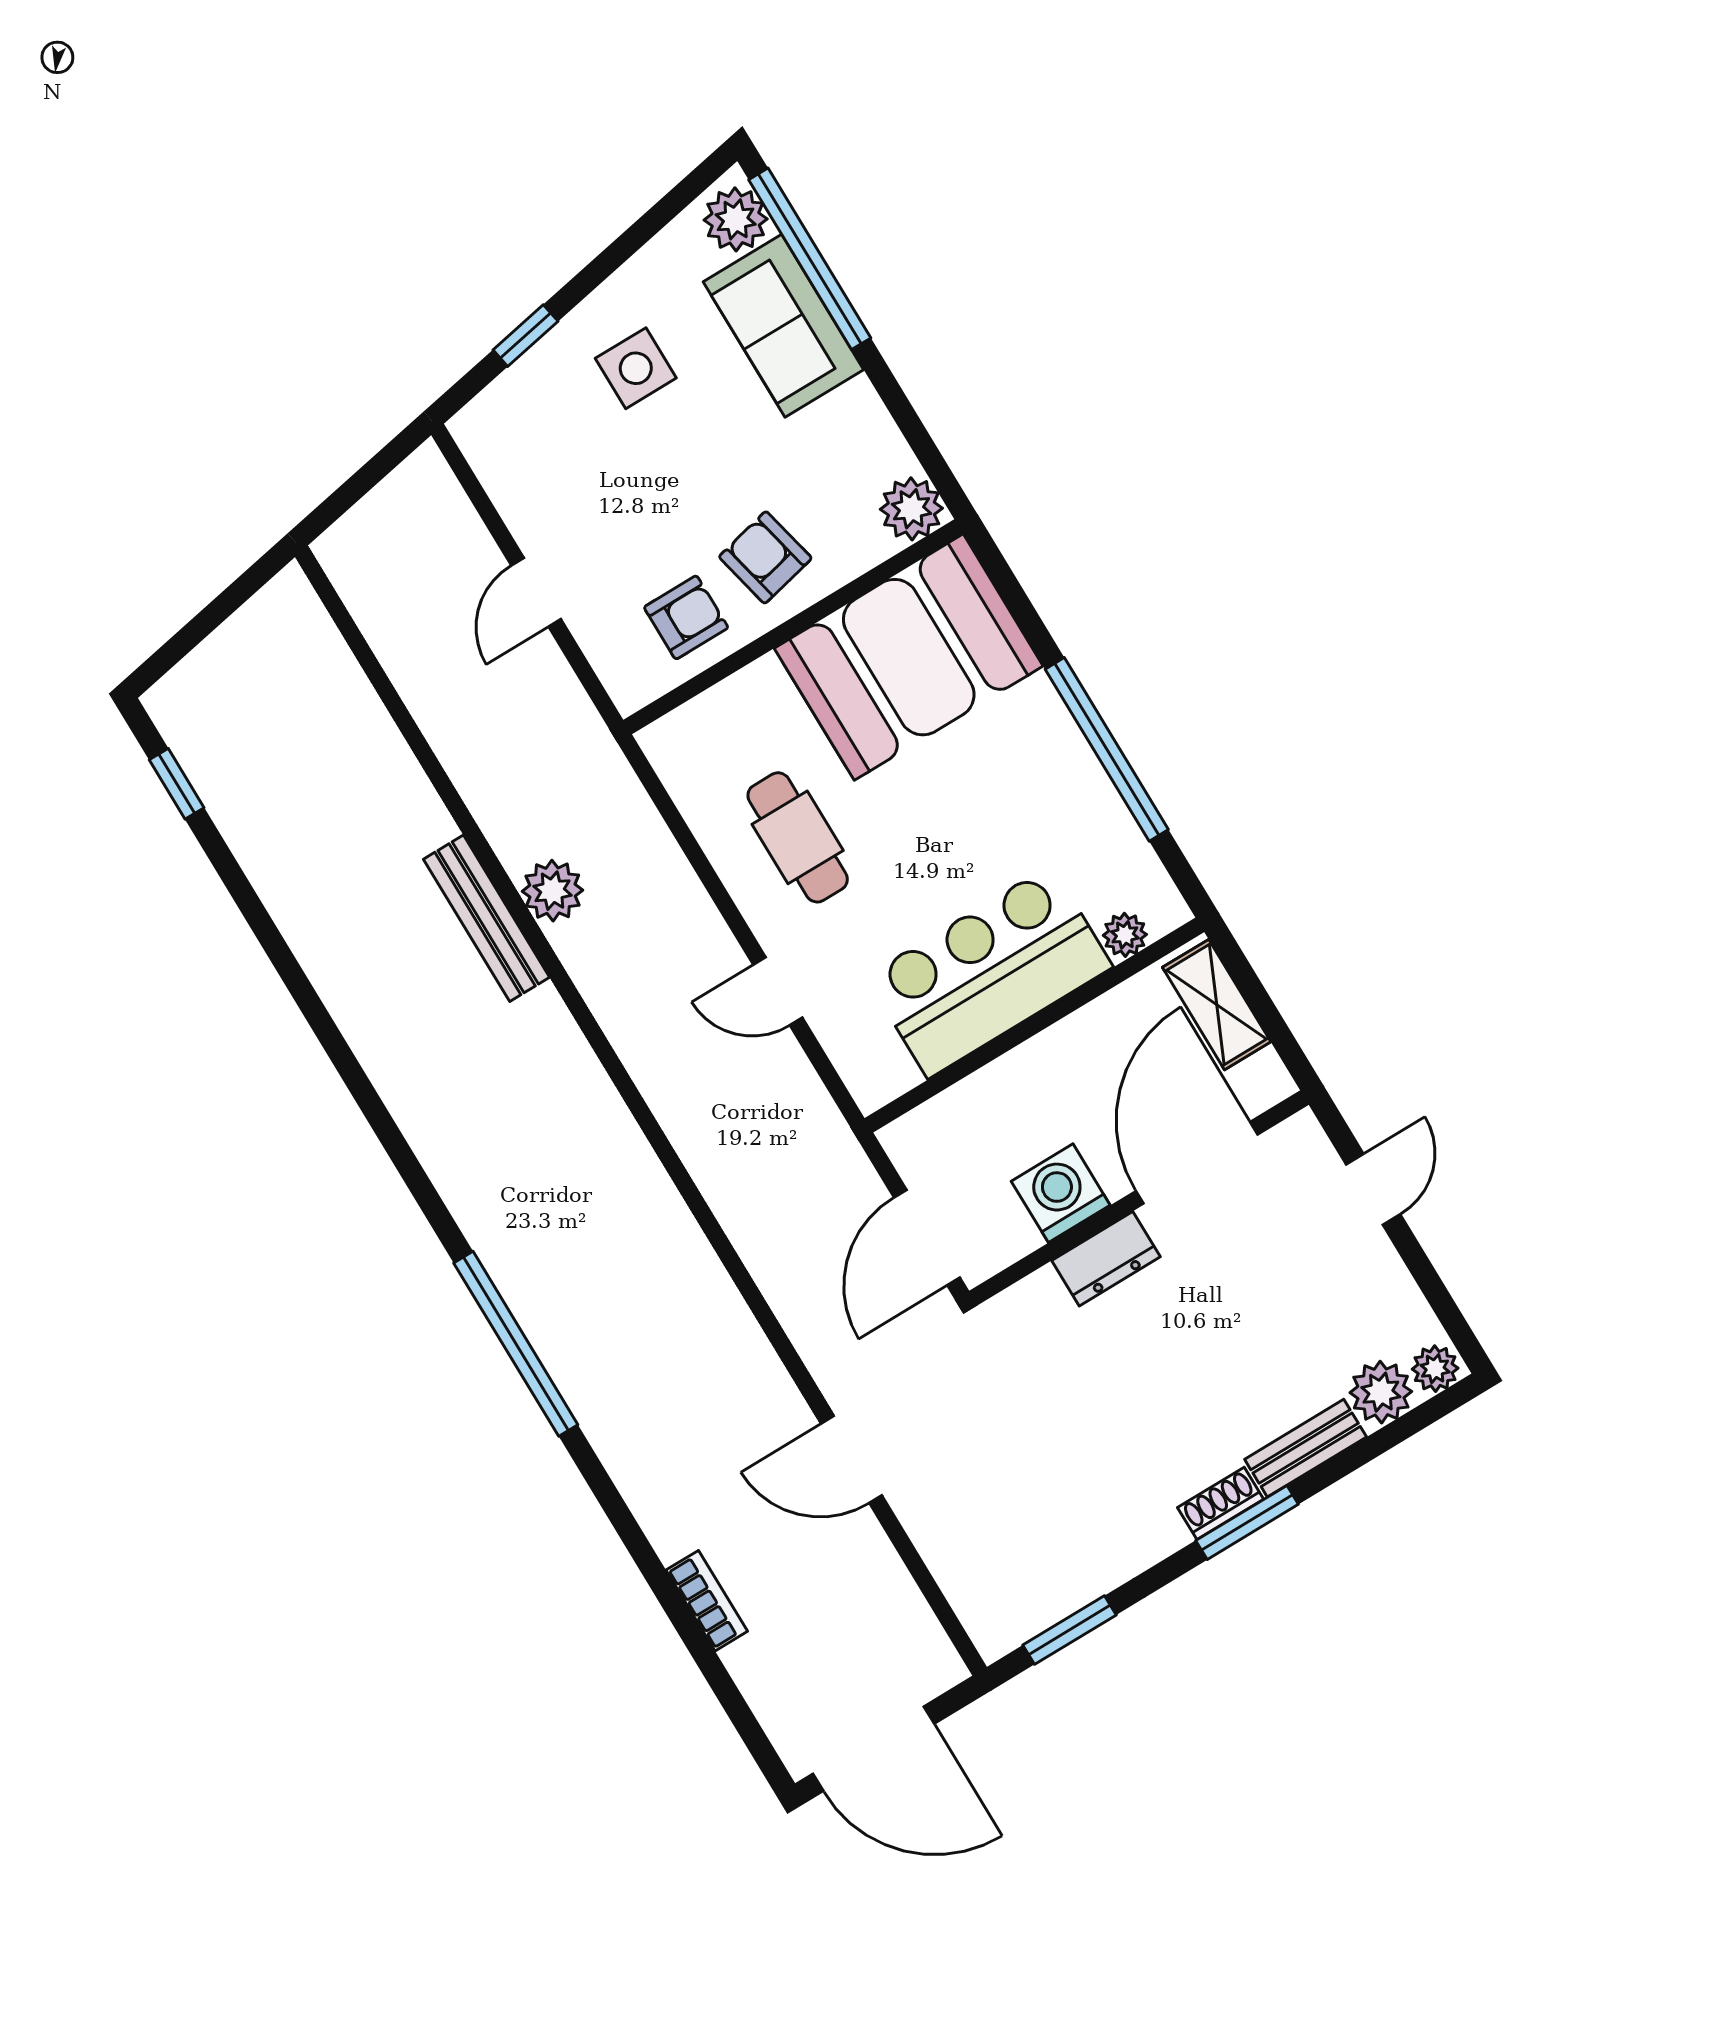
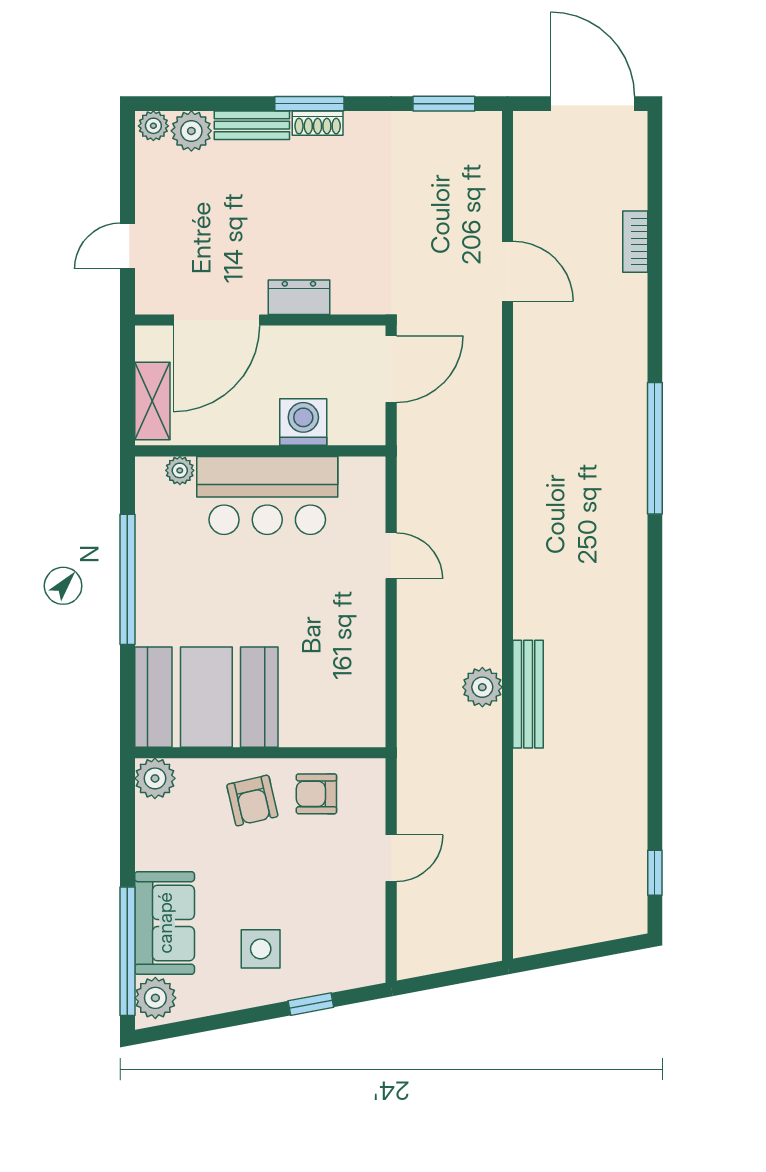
cafe table: (798, 837) -> (328, 634), removed
washing machine: (1061, 1193) -> (303, 422), moved, turned 180

